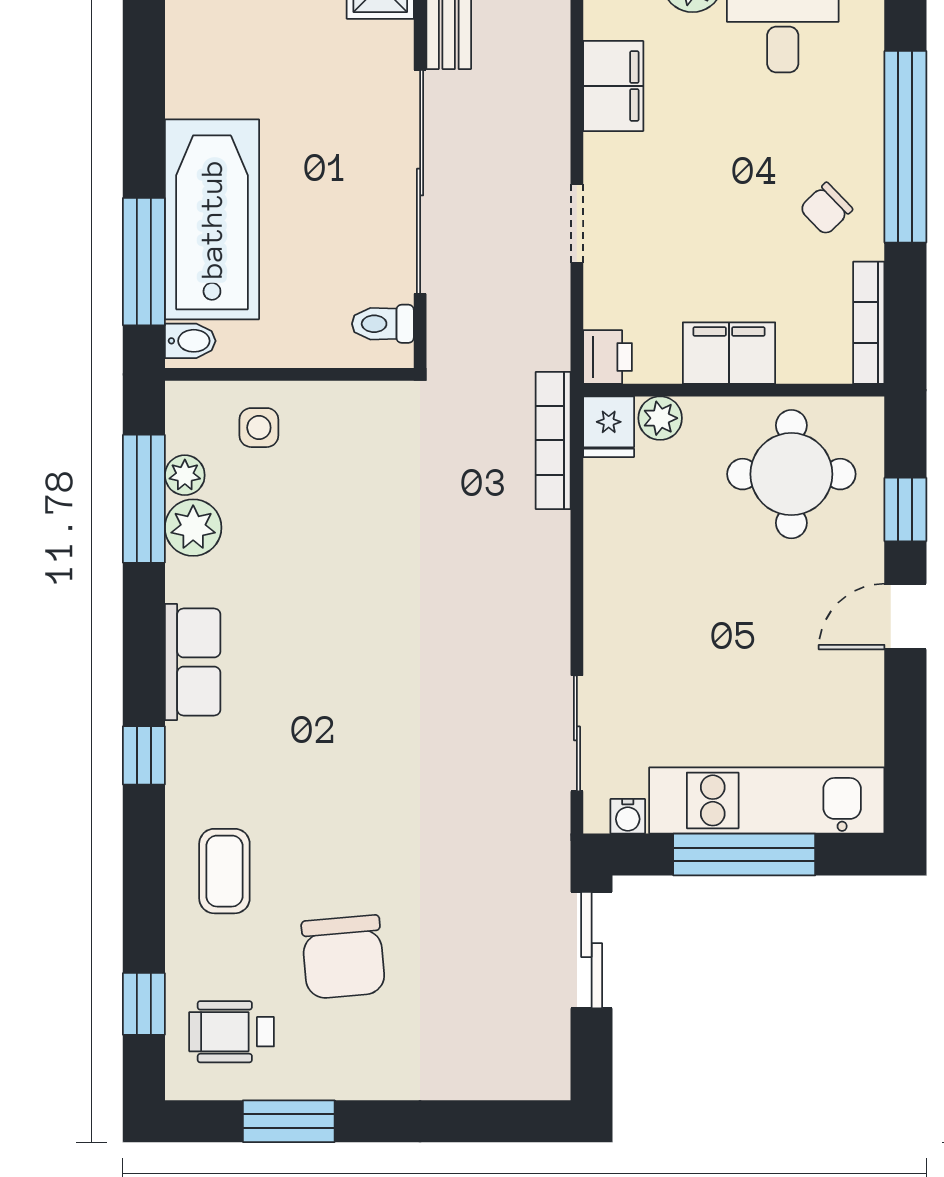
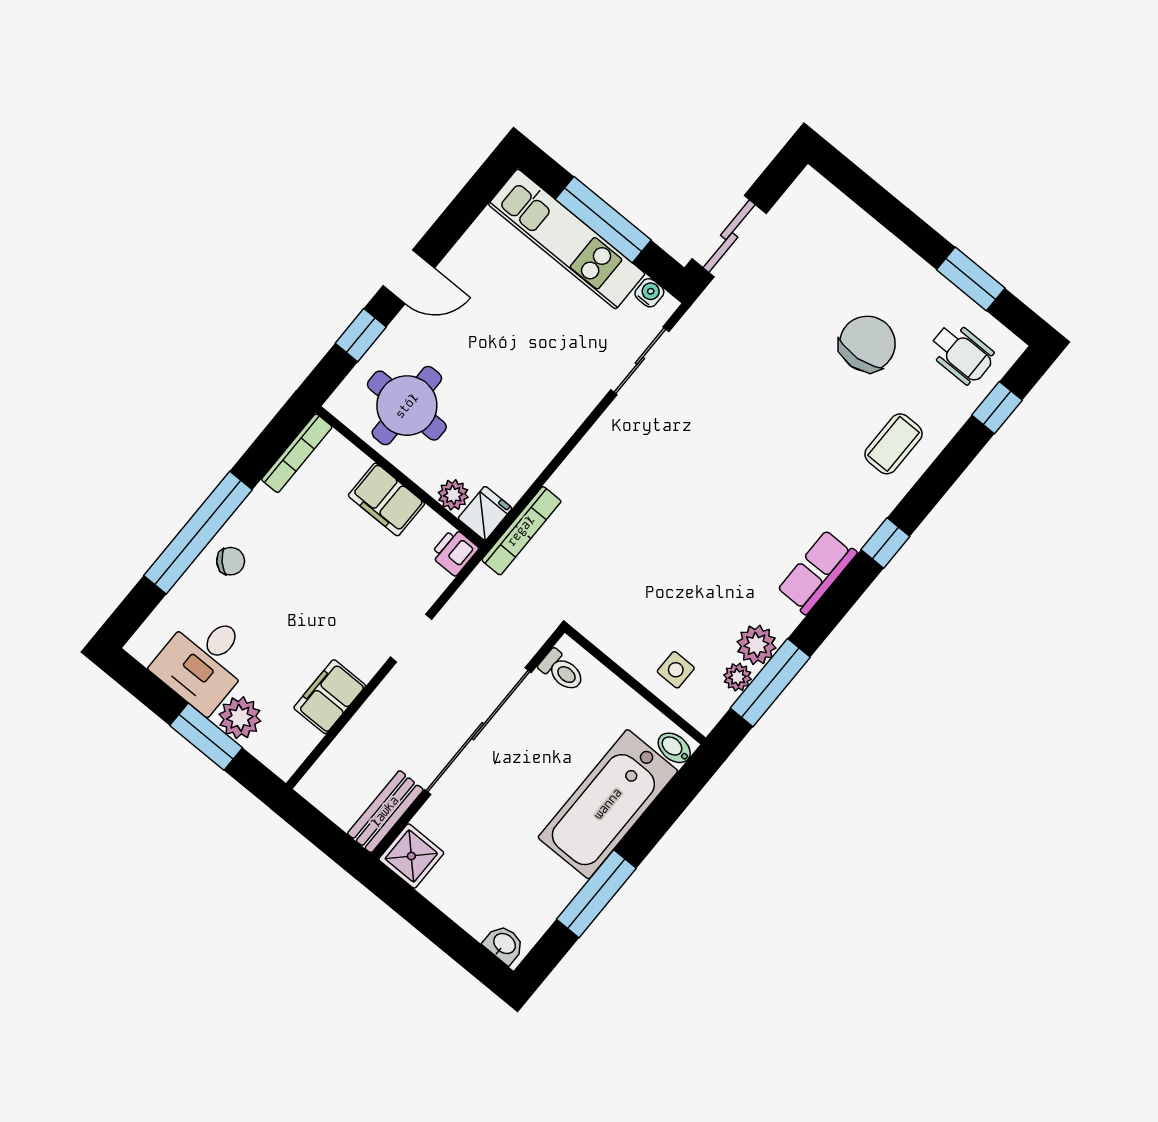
chair: (826, 209) -> (231, 561), moved
window: (144, 262) -> (596, 894), moved

